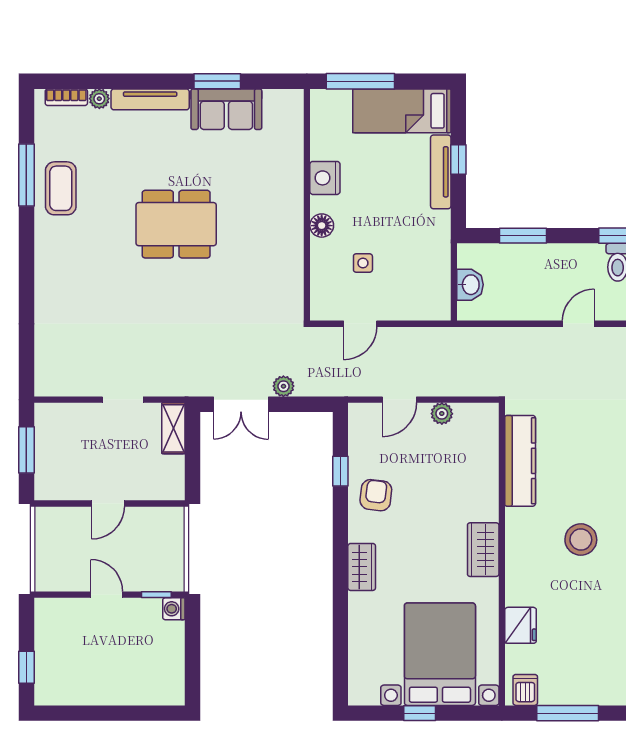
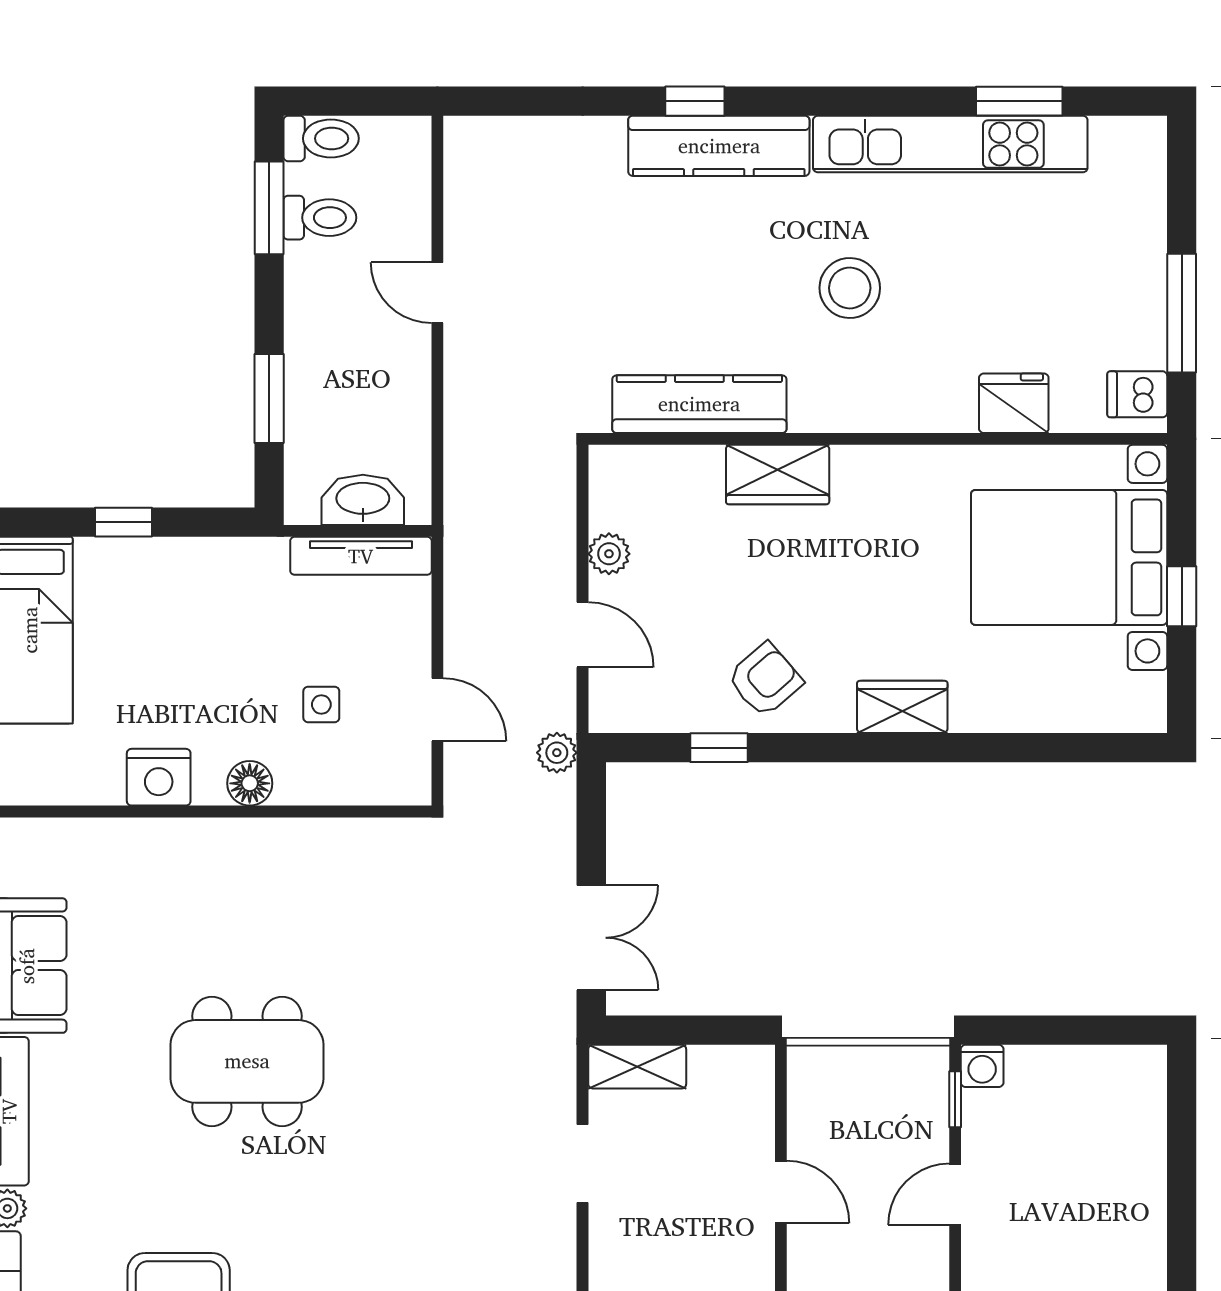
tv unit: (441, 172) -> (361, 556), moved
dining table: (176, 224) -> (247, 1061), turned 90
washbasin: (470, 285) -> (363, 500), width x1.38
plant: (283, 386) -> (557, 753), moved
armchair: (376, 495) -> (765, 680), turned 132
wardrobe: (483, 550) -> (778, 475), moved

